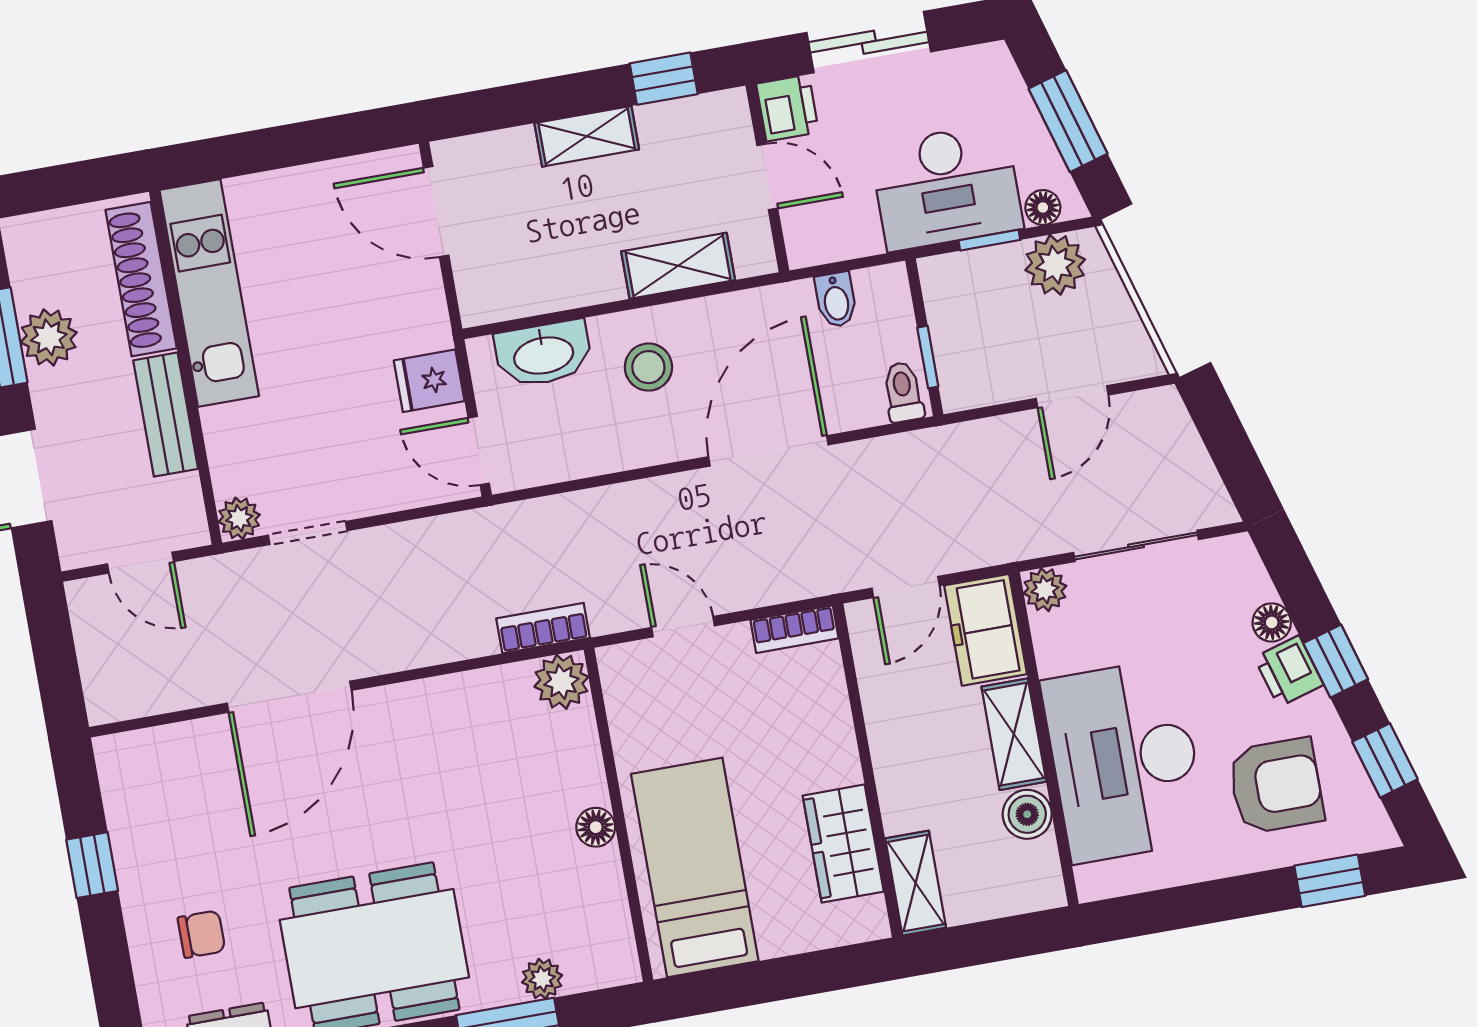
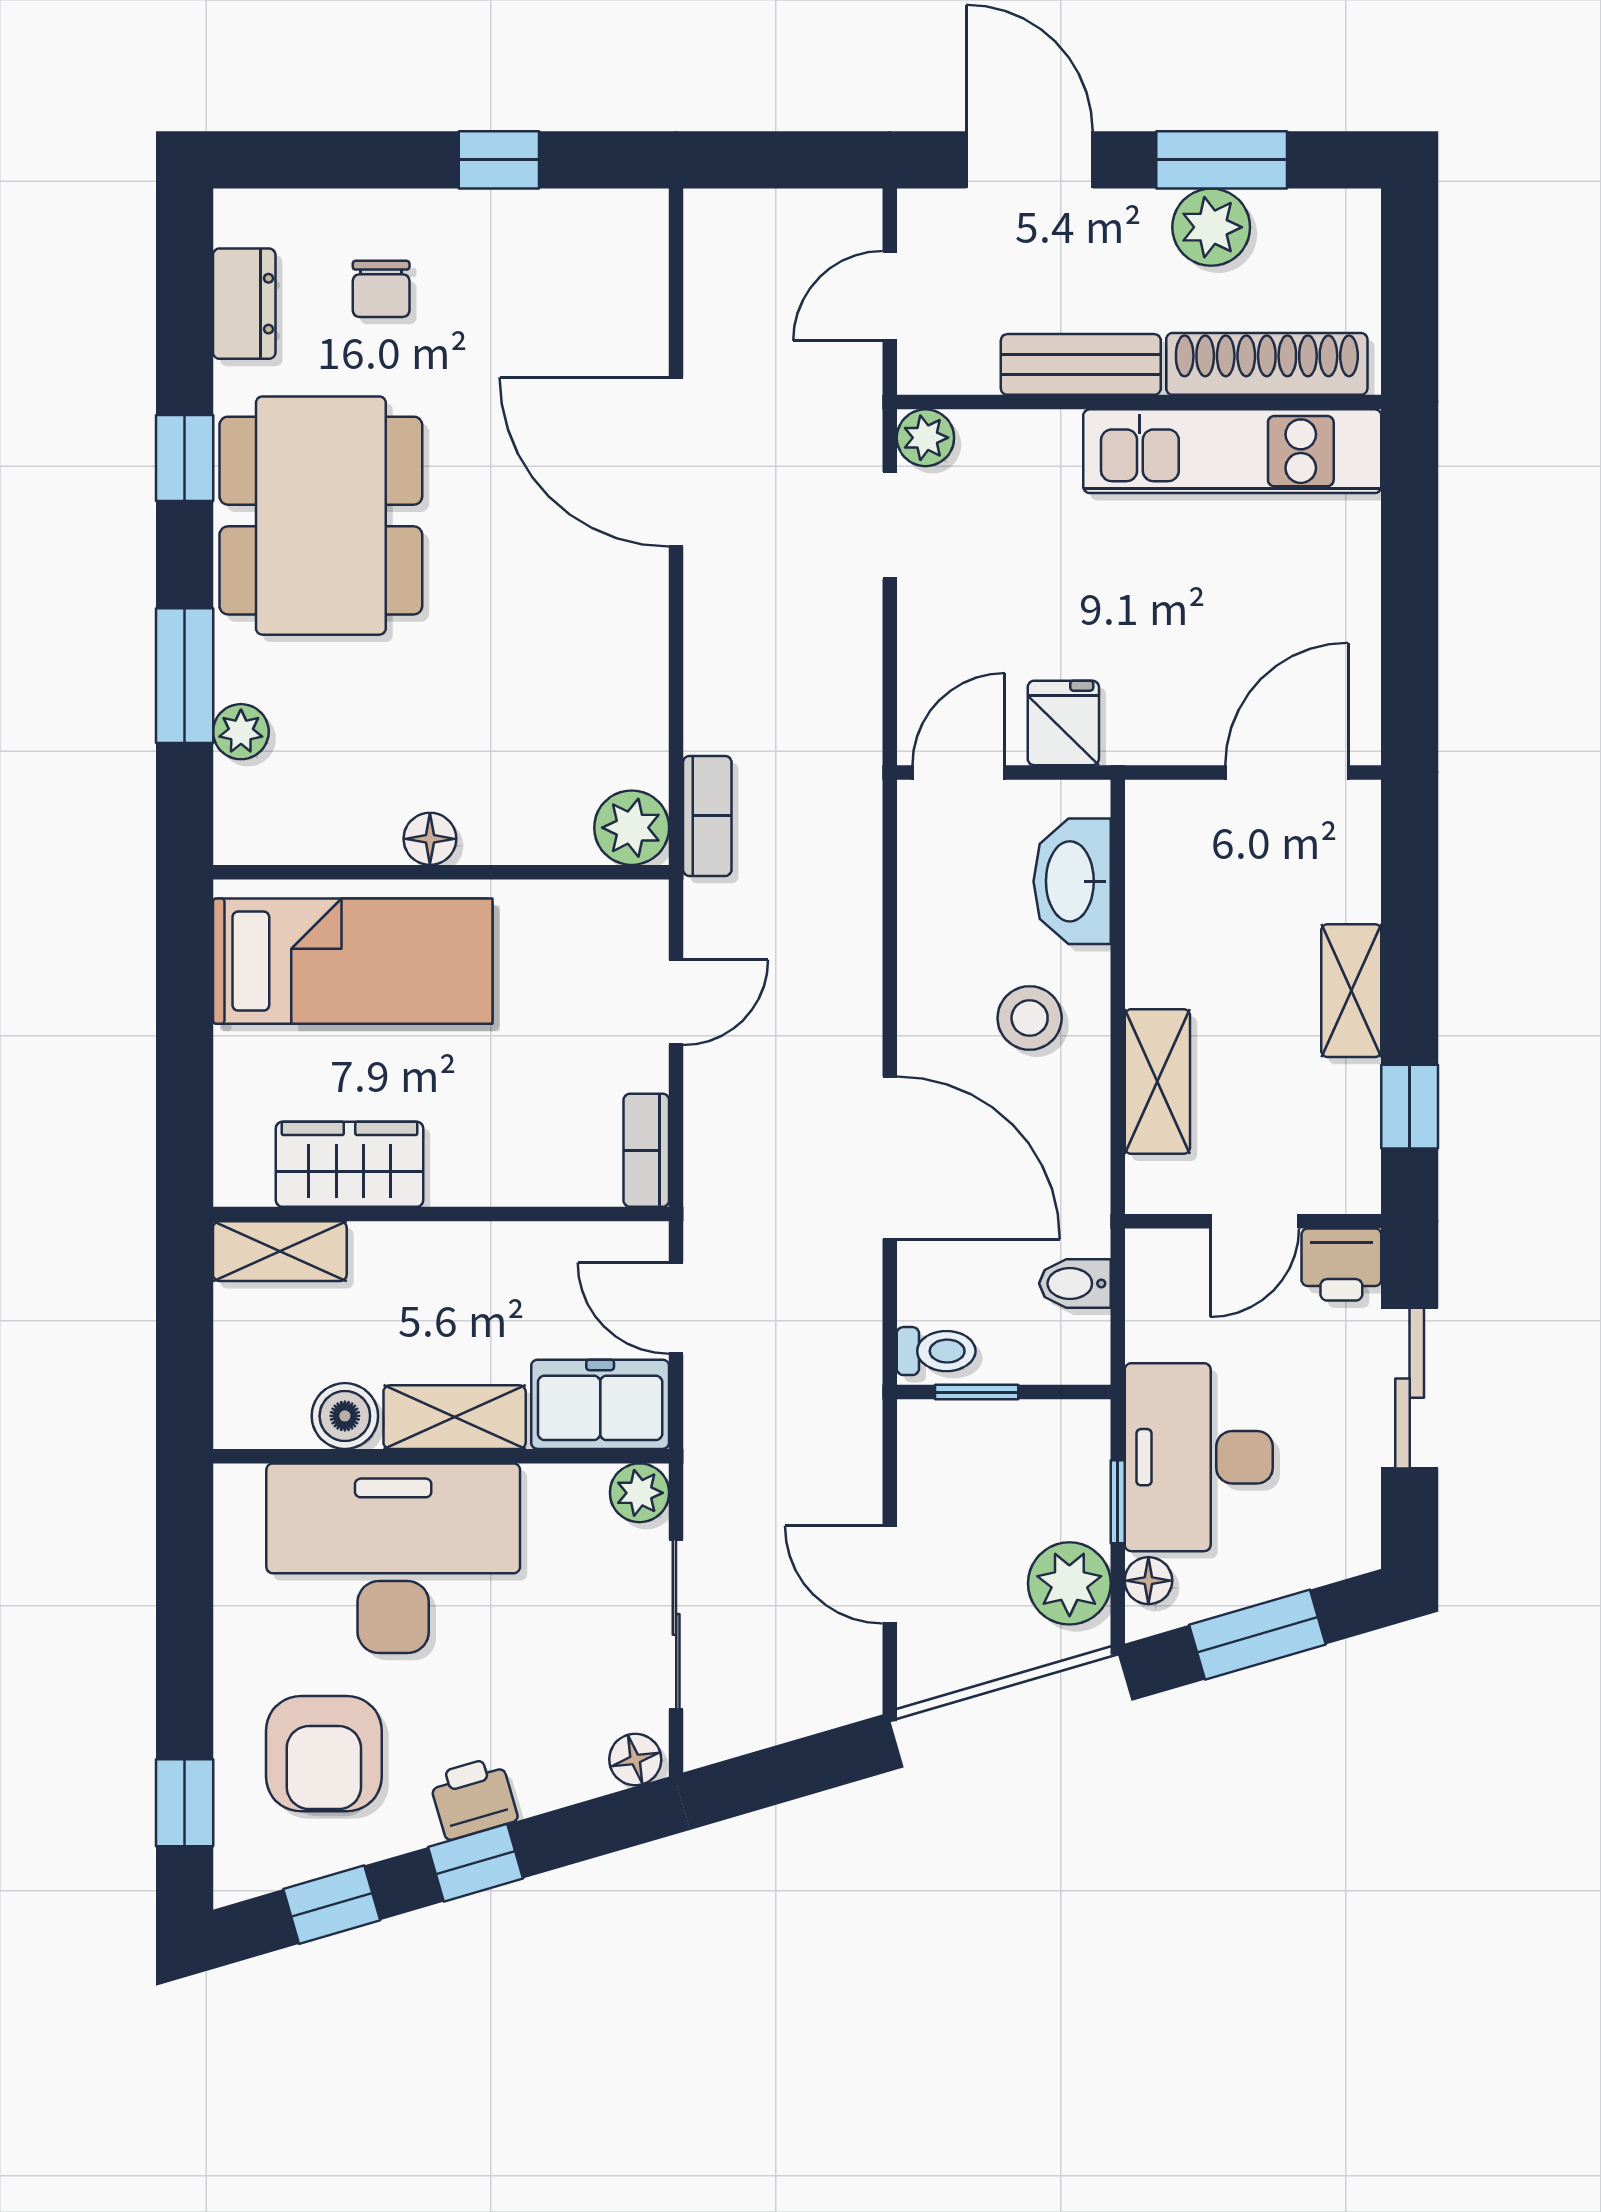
floor lamp: (1272, 622) -> (635, 1760), moved

